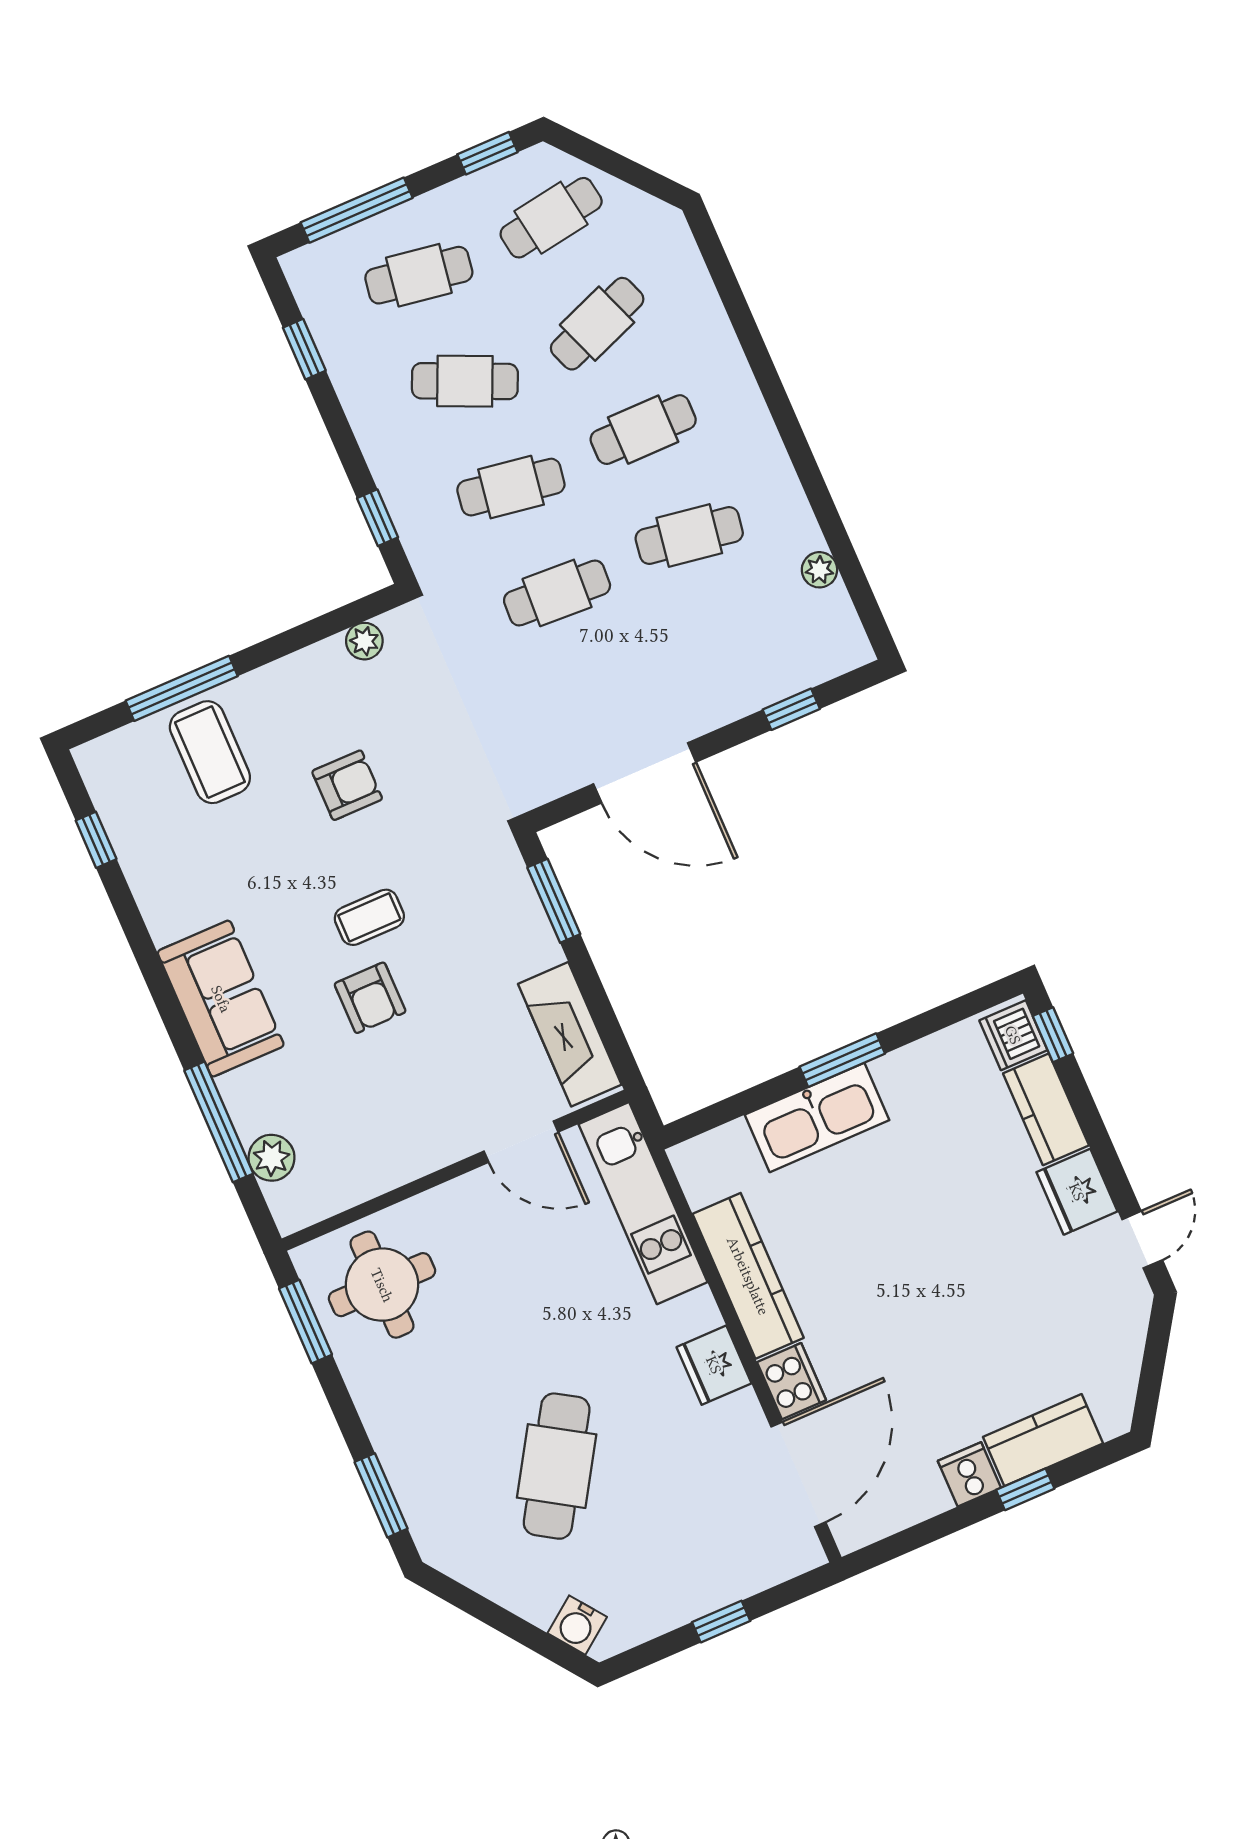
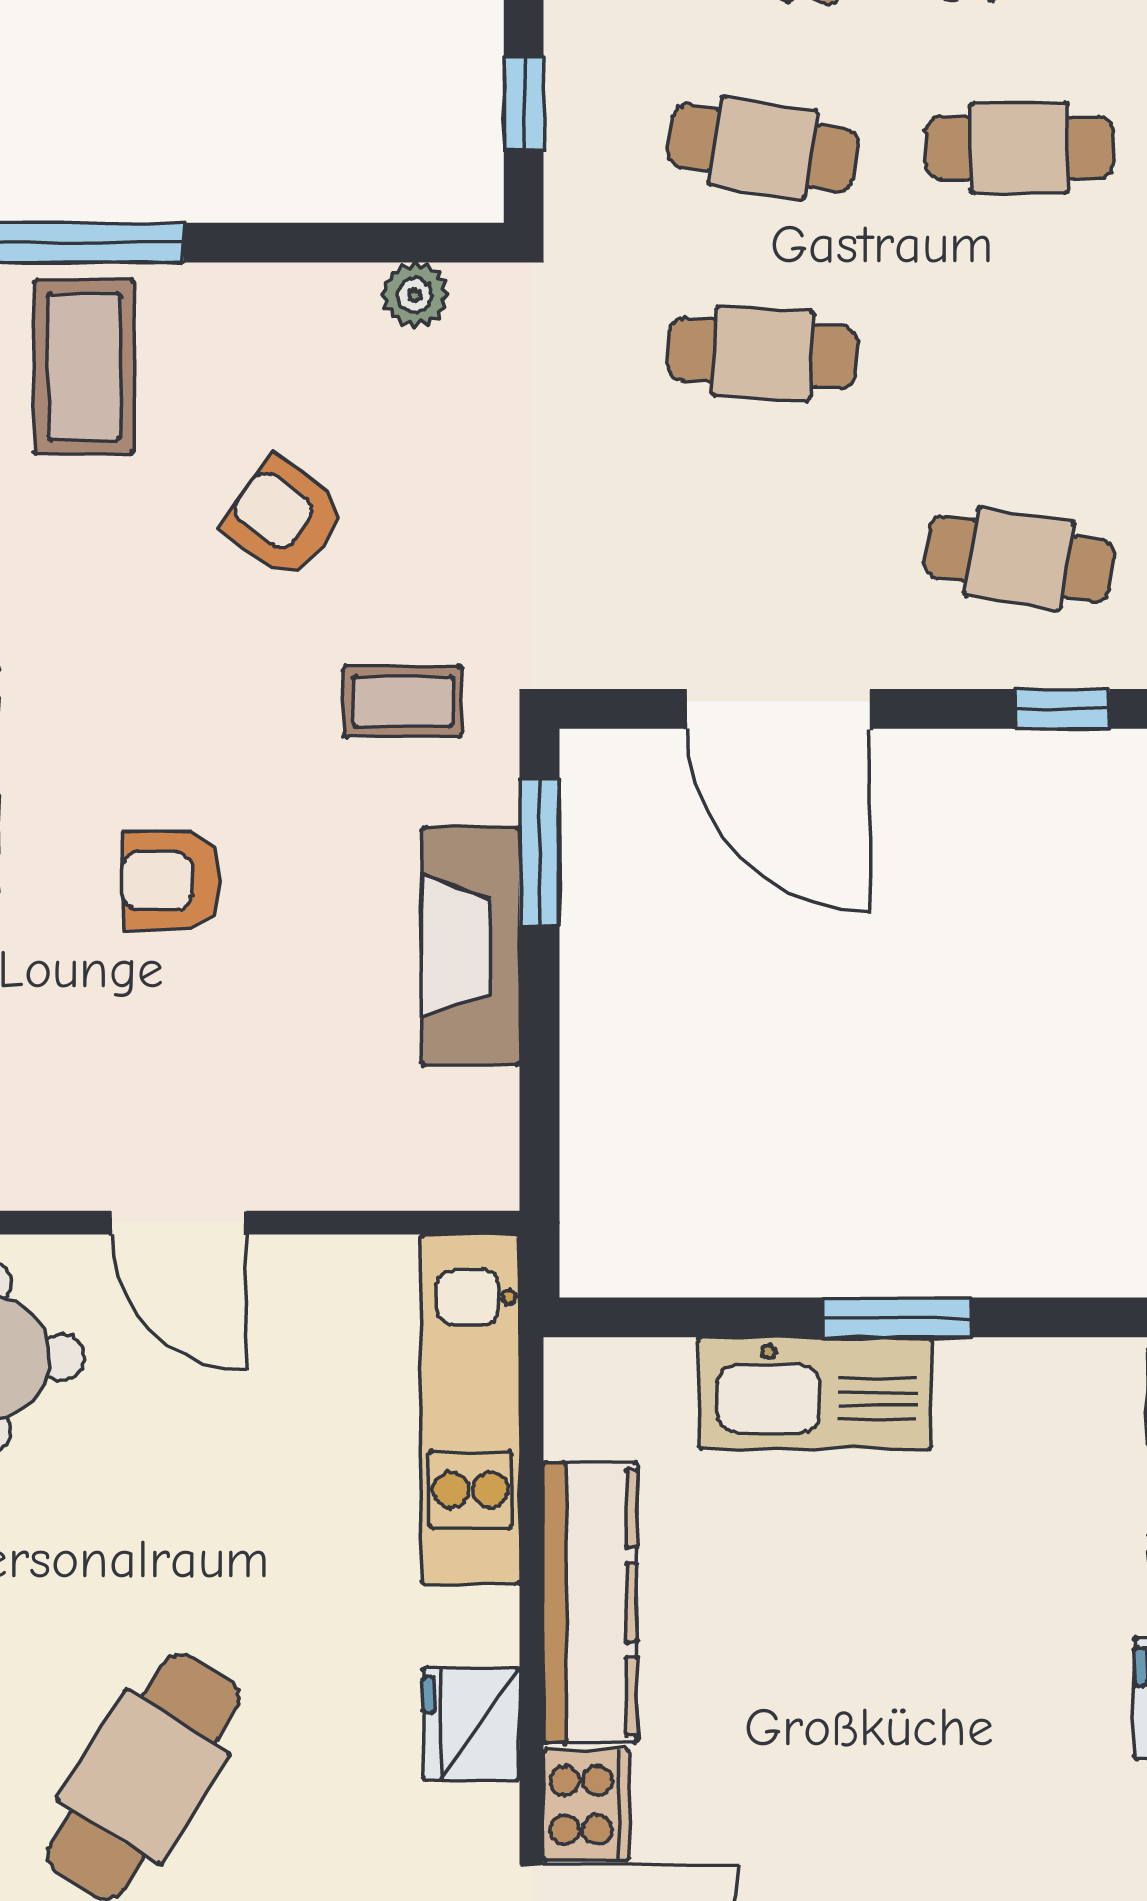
cafe table: (689, 535) -> (1019, 559), moved
armchair: (347, 785) -> (284, 518), turned -144
coffee table: (369, 917) -> (403, 701), moved
armchair: (370, 998) -> (171, 881), turned 90
fireplace: (570, 1034) -> (471, 946), moved
door: (521, 1142) -> (179, 1223), moved

